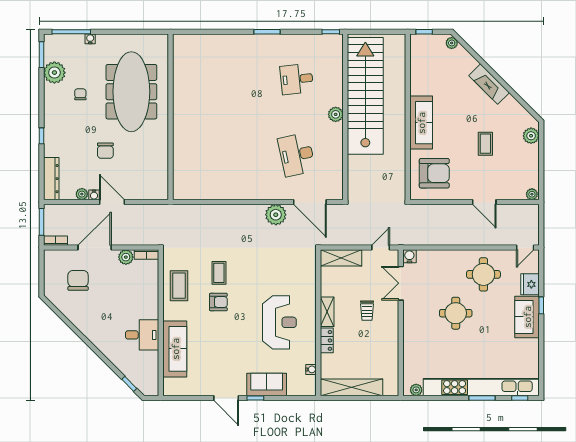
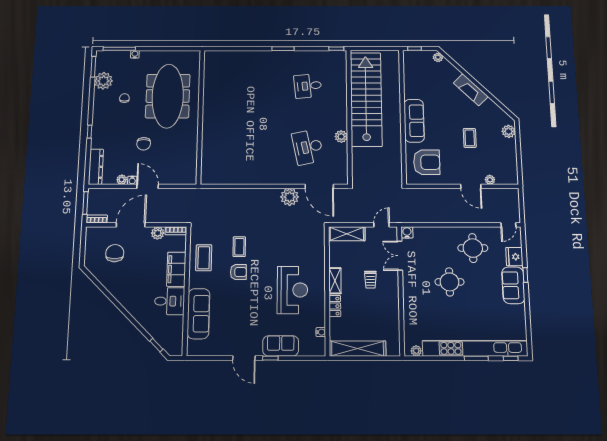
plant: (336, 114) -> (341, 137), moved
plant: (532, 194) -> (490, 180), moved
filing cabinet: (148, 299) -> (176, 269), added

